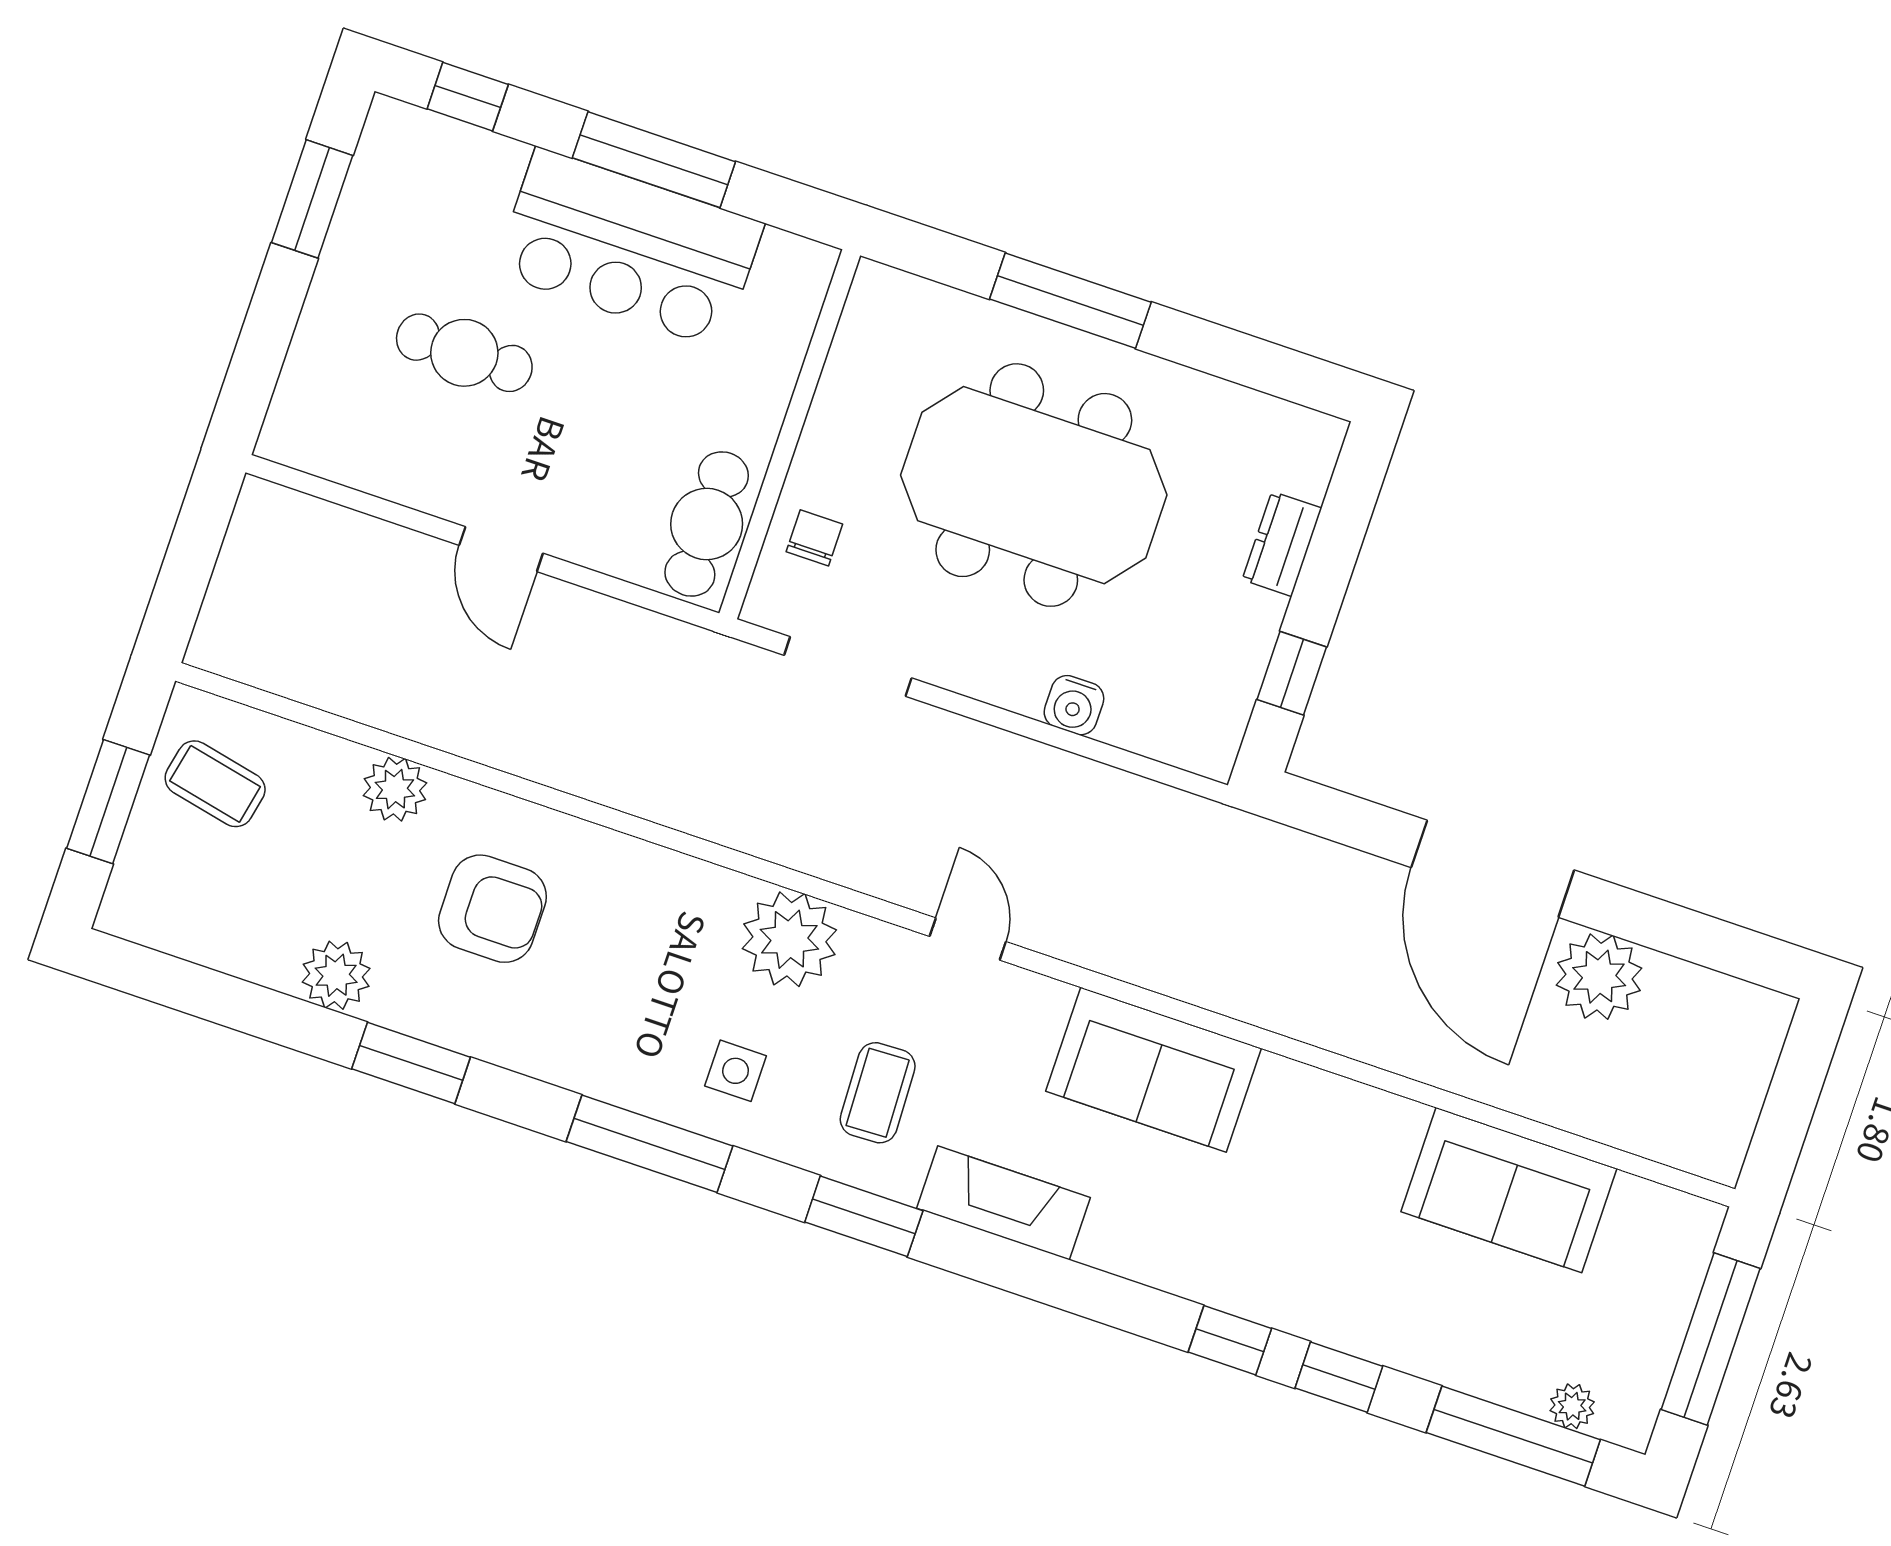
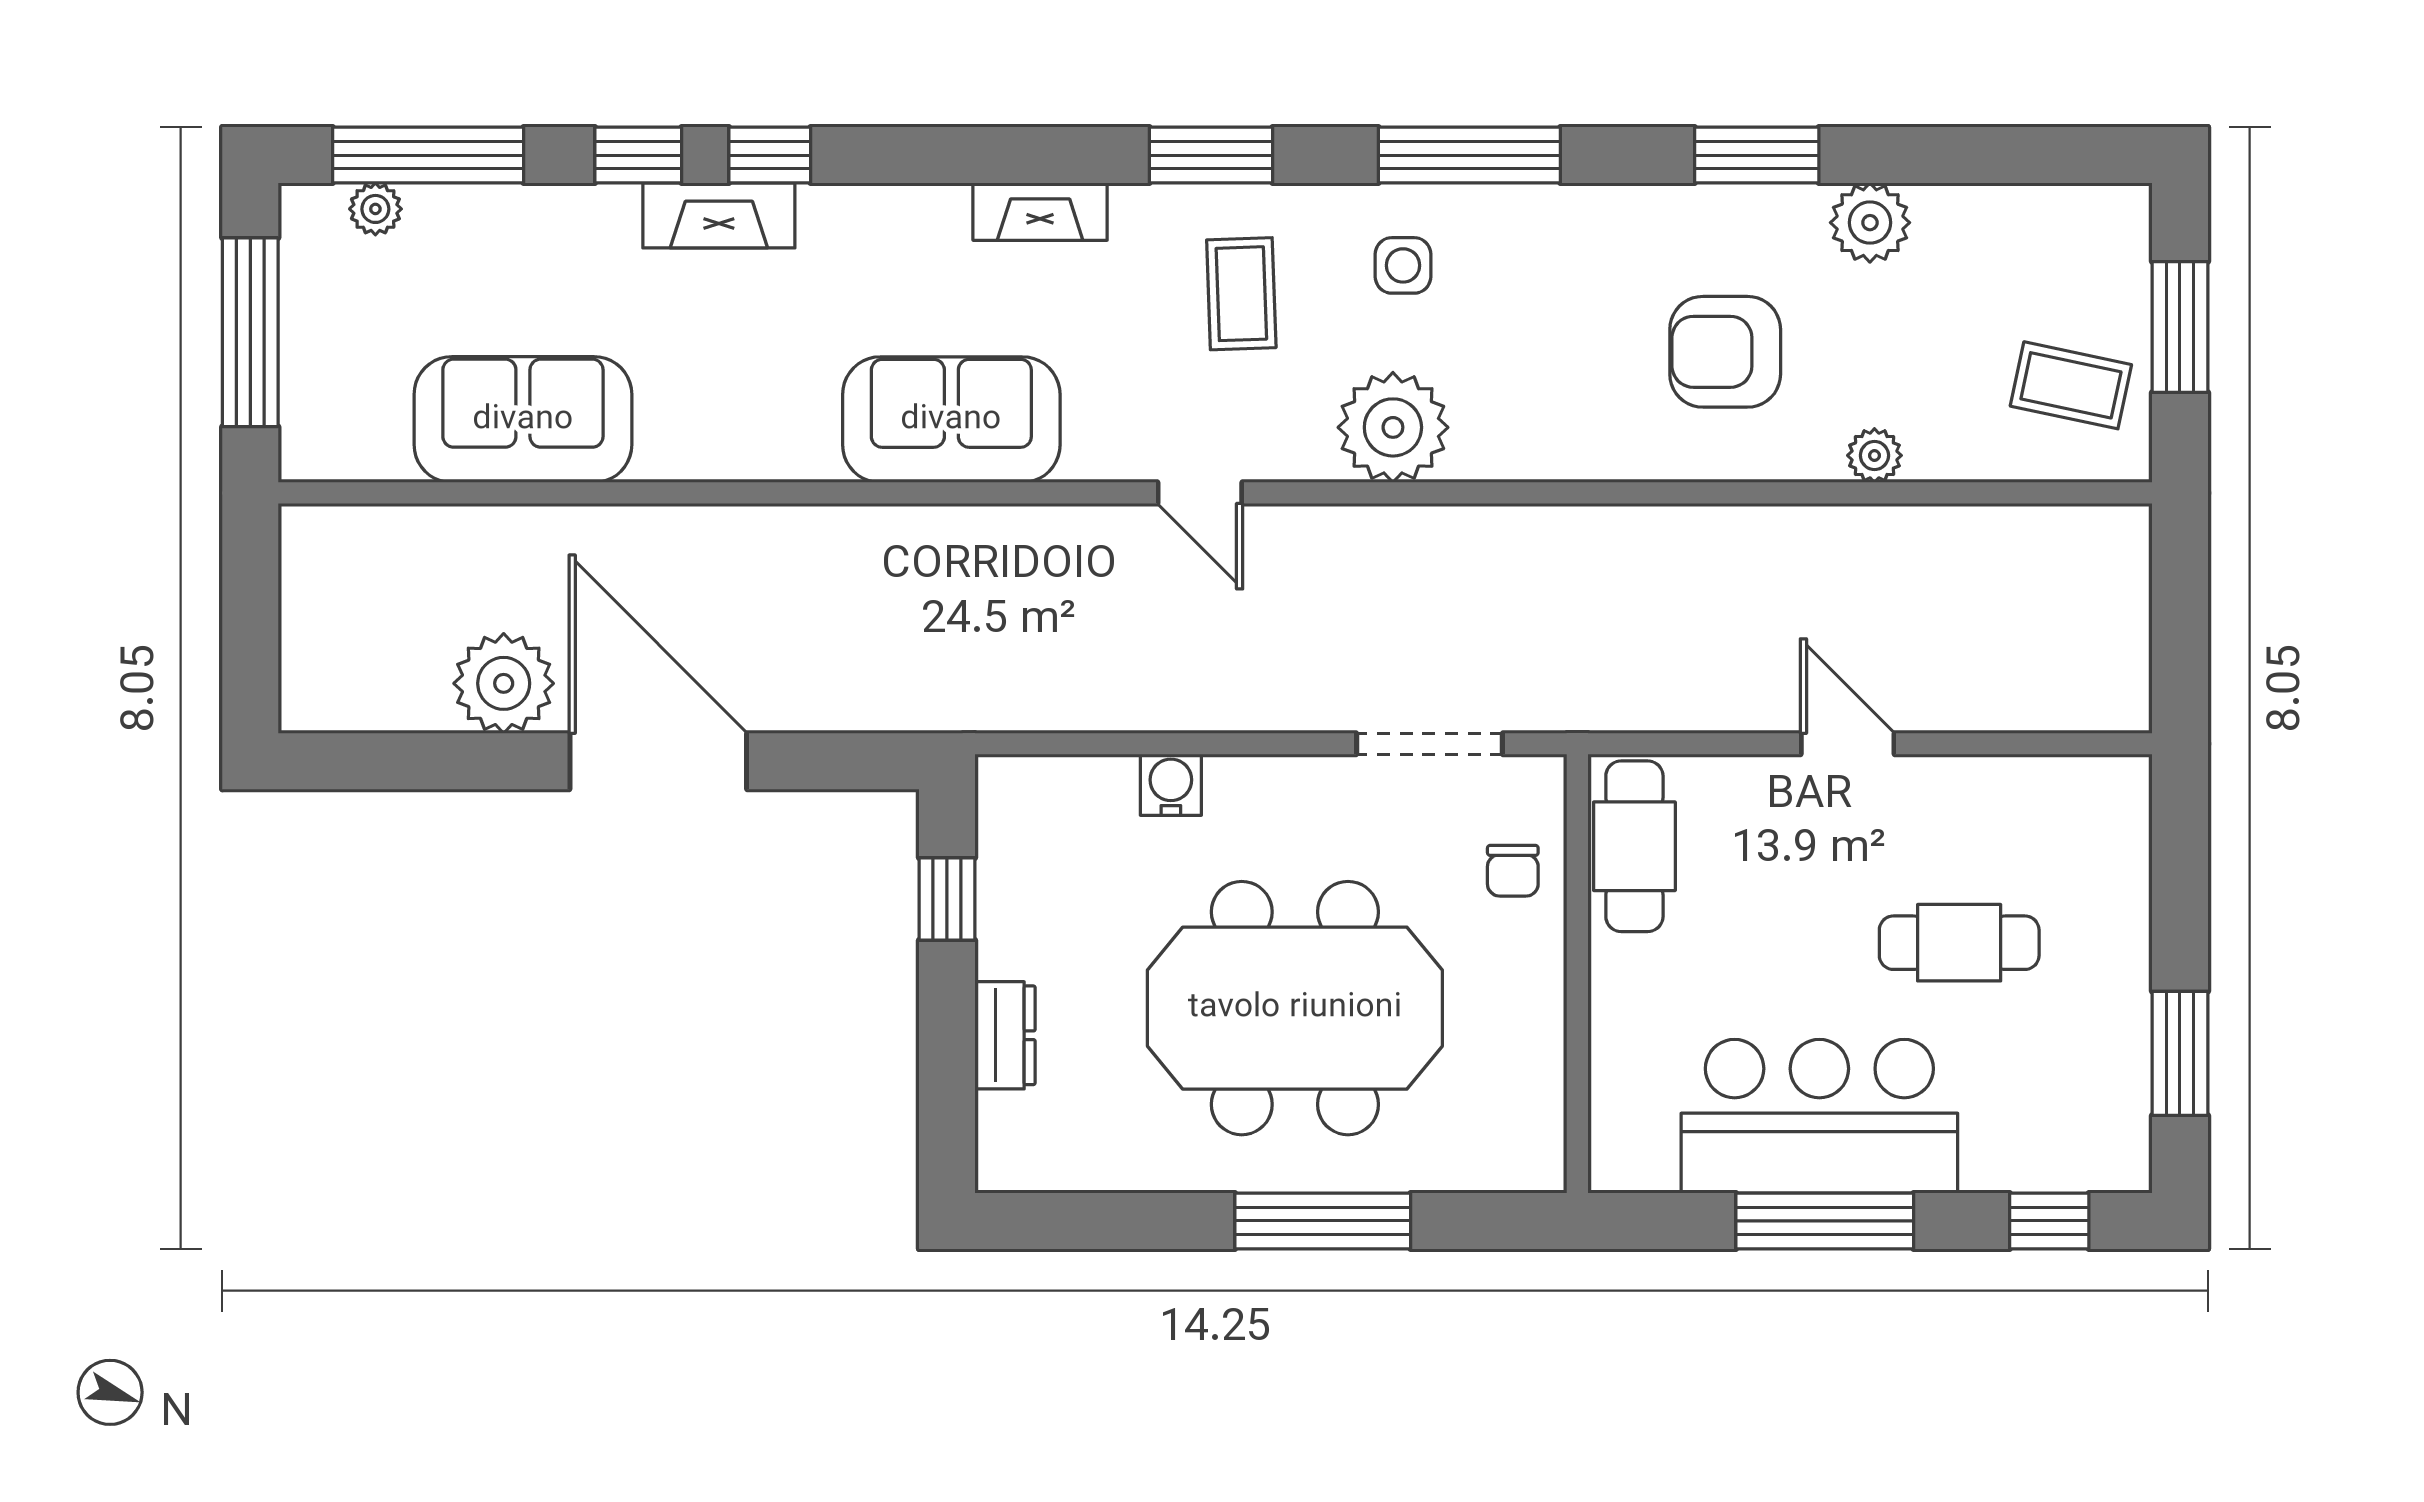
plant: (395, 789) -> (1874, 455), width x0.73, depth x0.73
fireplace: (1004, 1203) -> (1040, 212), width x0.73, depth x0.76
fireplace: (1289, 1304) -> (719, 215), added

